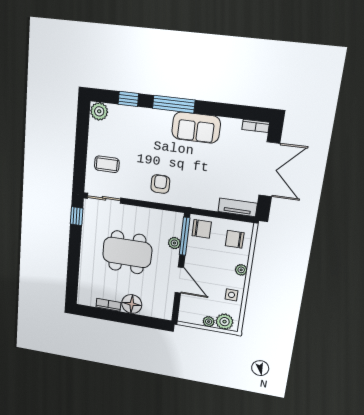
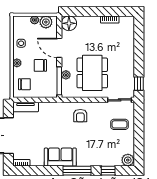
chair: (202, 229) -> (40, 65), moved
dining table: (127, 252) -> (92, 73), moved, turned 90
floor lamp: (132, 304) -> (69, 23), moved
plant: (225, 322) -> (46, 22), moved

